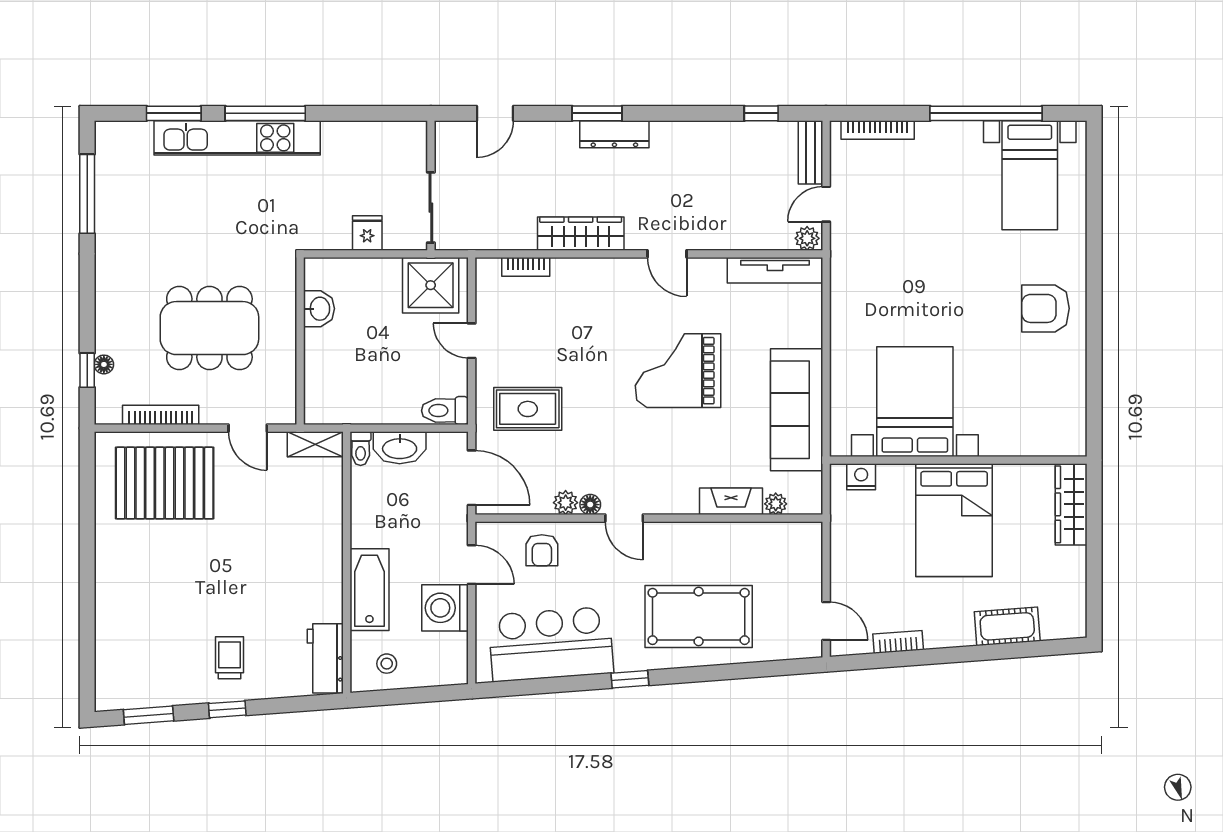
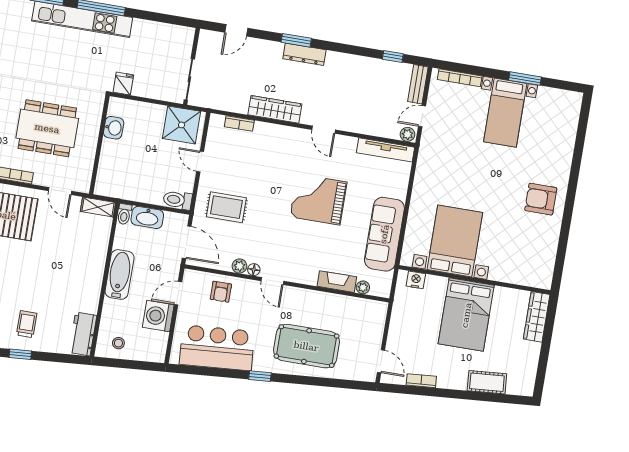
window: (986, 113) -> (525, 79), width x0.47
bed with nightstands: (1030, 175) -> (505, 113), moved
fridge: (367, 233) -> (123, 84), moved
door: (472, 565) -> (178, 293), swing flipped
bathtub: (369, 590) -> (120, 274), moved

